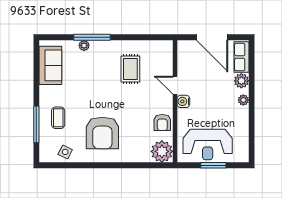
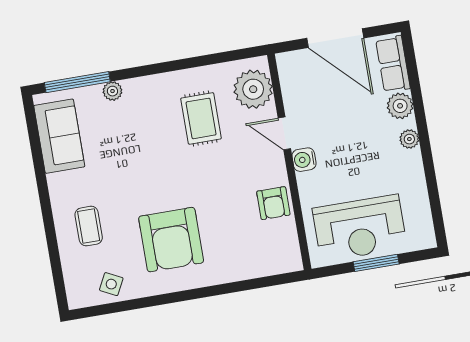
window: (92, 37) -> (77, 82), moved
window: (36, 124) -> (52, 244), removed
plant: (162, 151) -> (253, 89), moved

